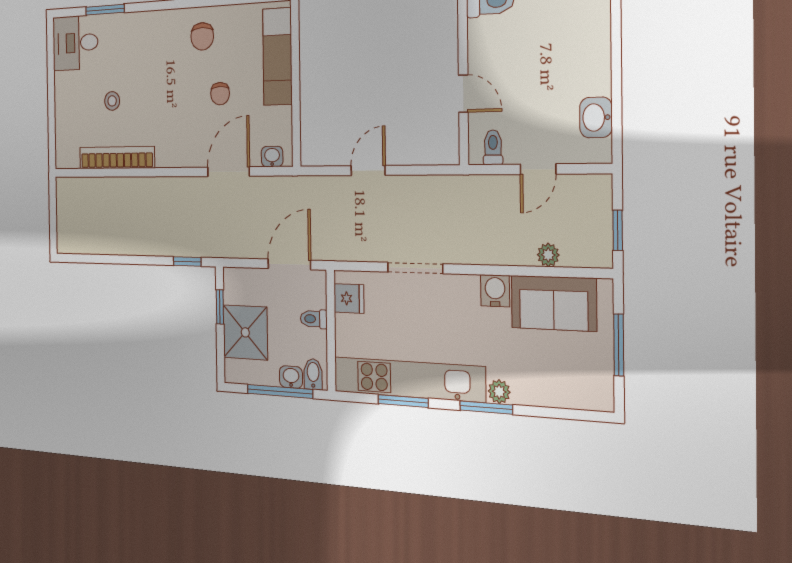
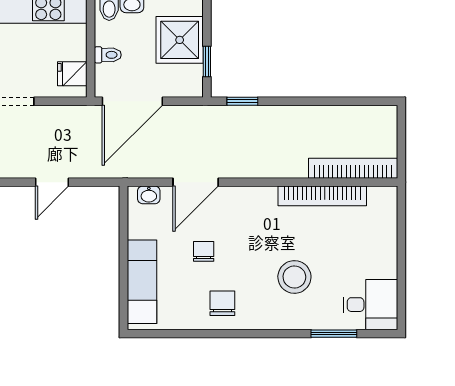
stool: (112, 101) -> (294, 277), moved, width x1.89, depth x1.89
bookcase: (92, 187) -> (353, 168), added
door: (289, 264) -> (132, 101), width x1.36

